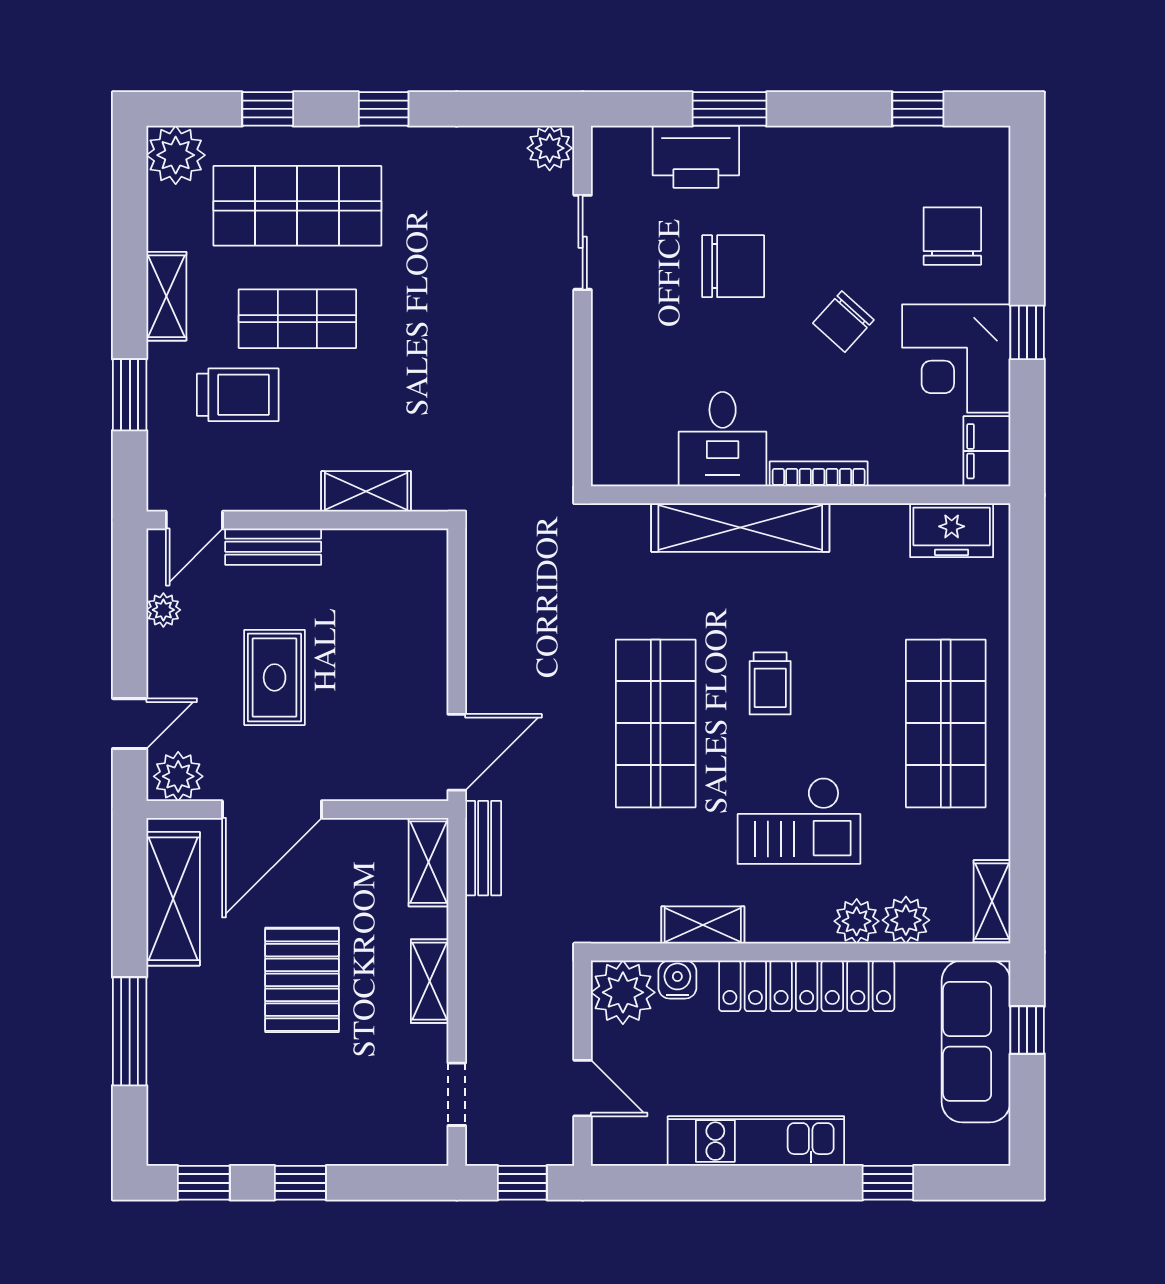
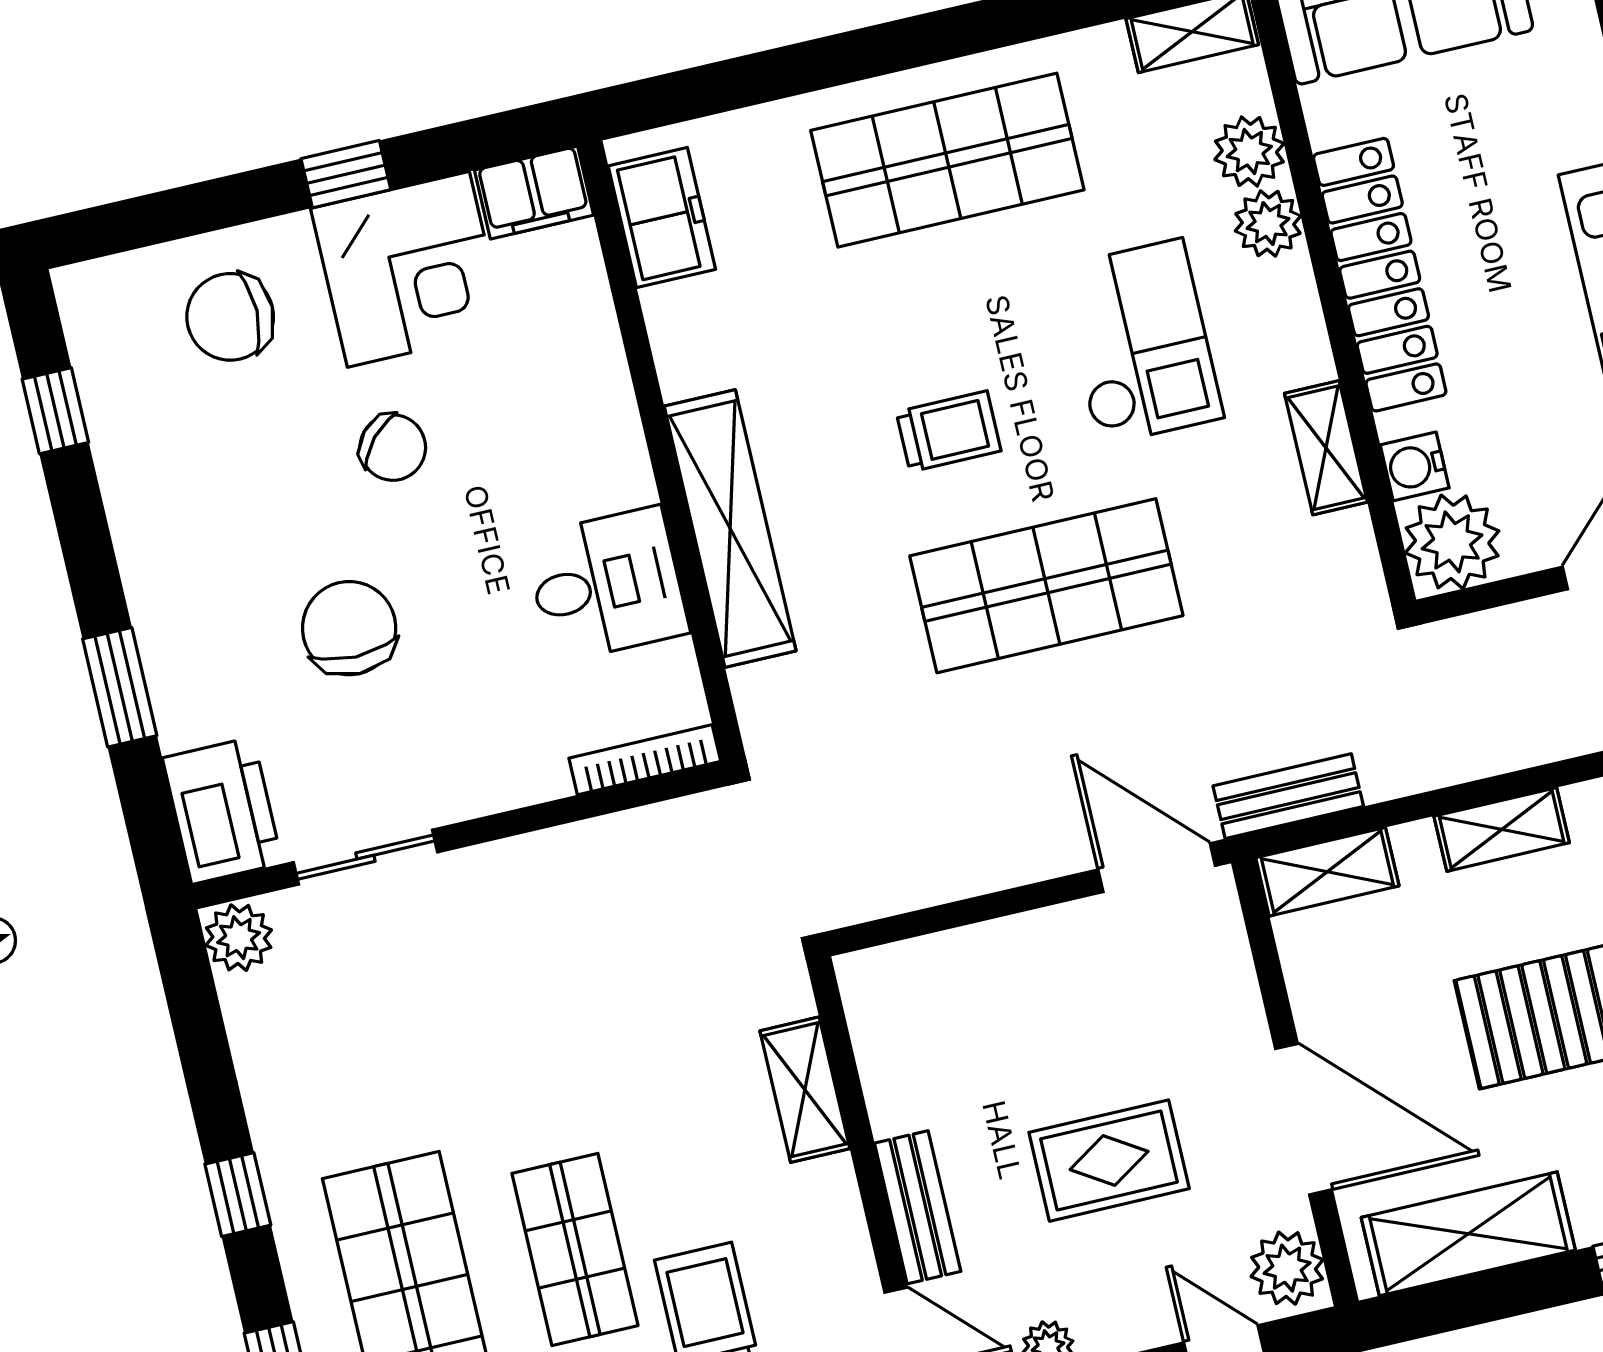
printer: (696, 157) -> (222, 811), moved
bookcase: (819, 474) -> (645, 760), moved, turned 90

